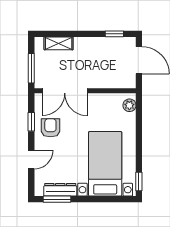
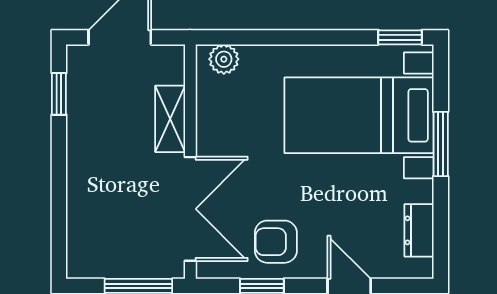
shelving: (59, 43) -> (170, 119), moved
dresser: (60, 190) -> (419, 230), width x0.70
window: (57, 199) -> (441, 144), moved

